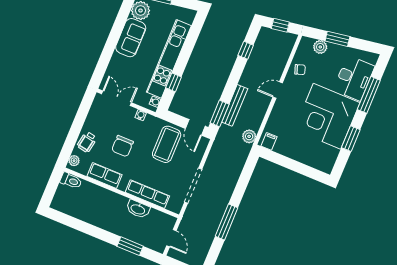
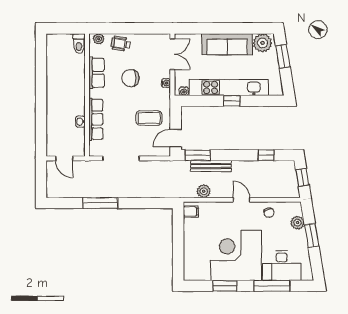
sofa: (131, 38) -> (227, 44), width x1.36
window: (174, 82) -> (232, 101), moved
plant: (249, 136) -> (204, 191), moved
coffee table: (167, 144) -> (149, 118), width x0.73, depth x0.76
washbasin: (138, 209) -> (80, 122), width x0.52, depth x0.69
door: (171, 238) -> (64, 158), hinge flipped
window: (130, 246) -> (41, 123), removed

